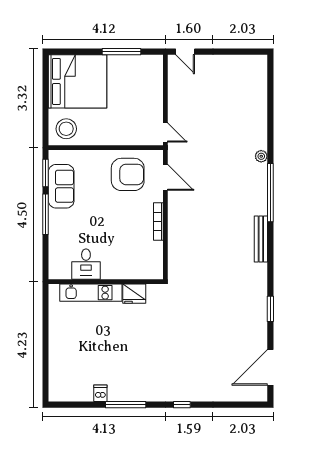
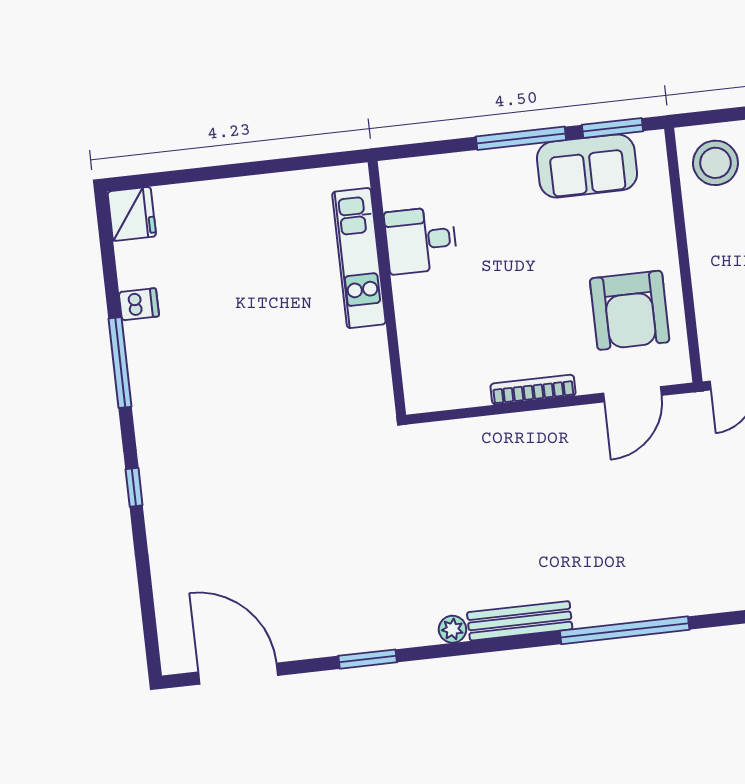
plant: (261, 156) -> (452, 629), moved
fridge: (134, 294) -> (132, 214), moved, turned 180

